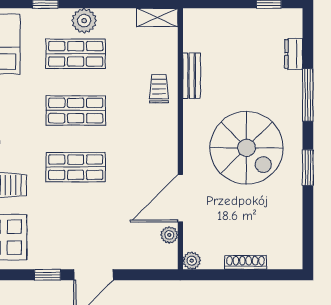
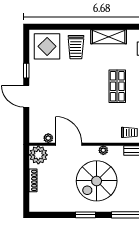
plant: (191, 136) -> (103, 150), added
shop shelf: (76, 167) -> (86, 86), removed
plant: (192, 261) -> (38, 155), width x1.88, depth x1.88

